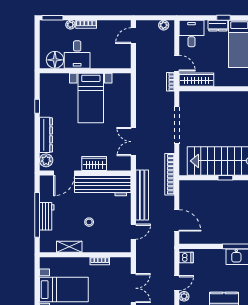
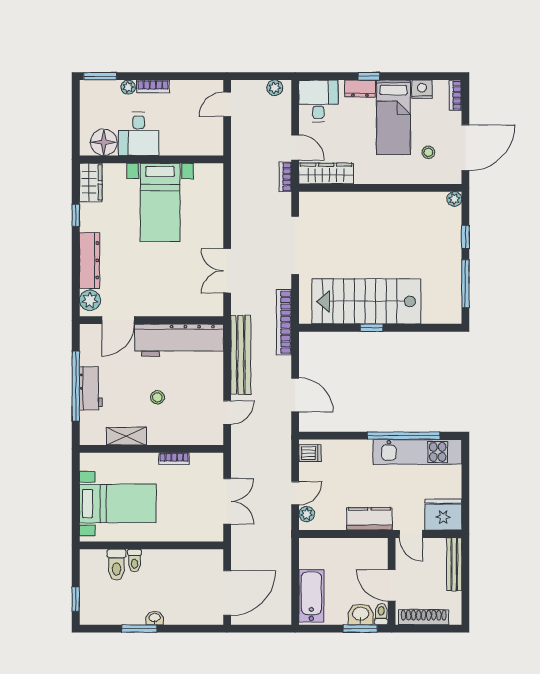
wardrobe: (94, 163) -> (91, 182), moved, turned 90

